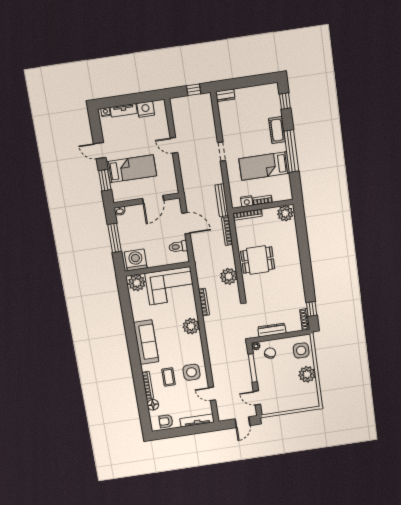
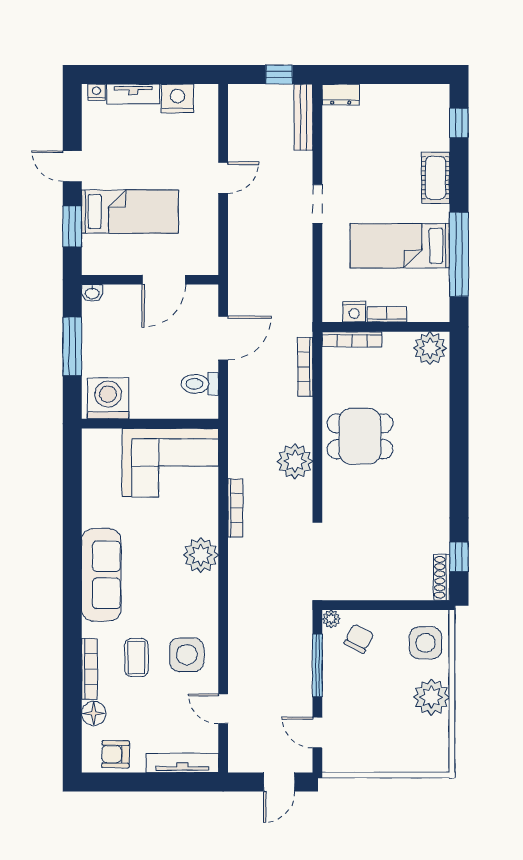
door: (174, 145) -> (223, 178), swing flipped
window: (291, 151) -> (459, 254), moved
bench: (222, 200) -> (303, 117), moved
door: (186, 223) -> (223, 338), hinge flipped
plant: (137, 283) -> (102, 446), removed
dresser: (272, 330) -> (369, 589), removed

